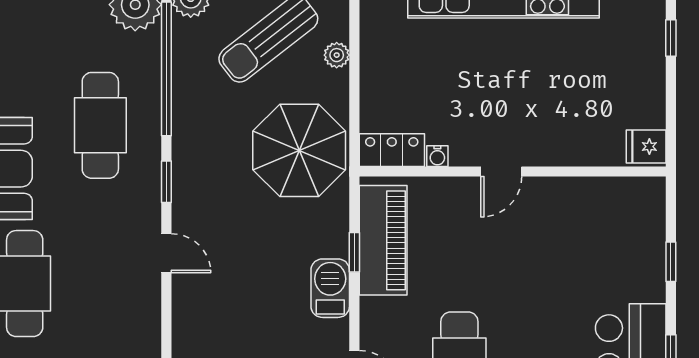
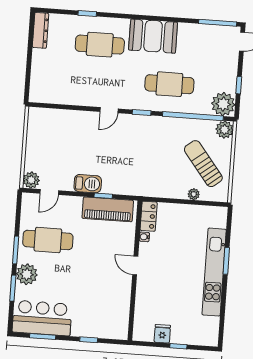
window: (671, 38) -> (178, 346), moved
fridge: (646, 146) -> (162, 334), moved
parasol: (299, 150) -> (151, 174), removed

